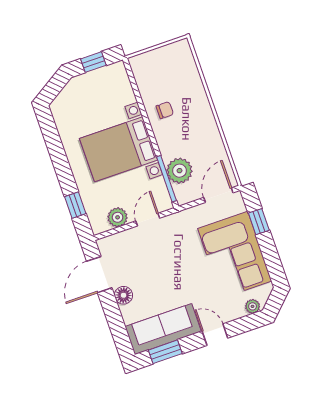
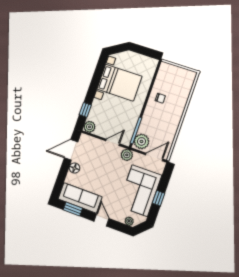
window: (93, 62) -> (145, 51), removed
bed with nightstands: (119, 149) -> (119, 83), moved, turned 180
plant: (180, 171) -> (141, 141), moved
plant: (118, 217) -> (90, 127), moved
plant: (180, 221) -> (127, 155), added
window: (259, 222) -> (159, 198), moved

